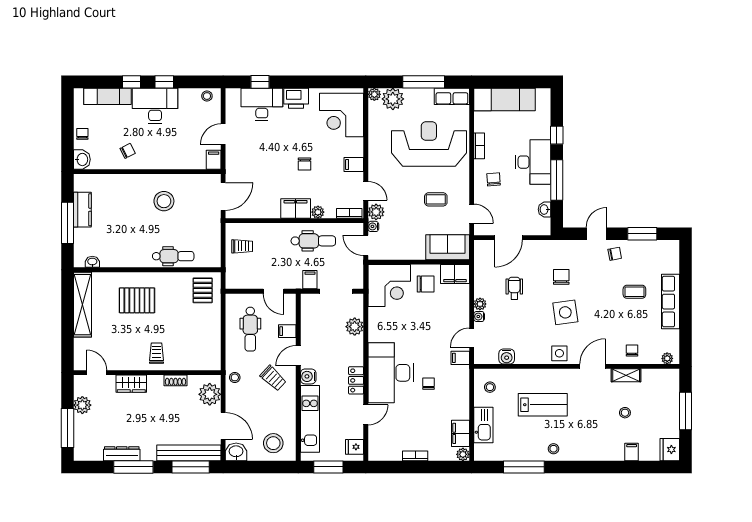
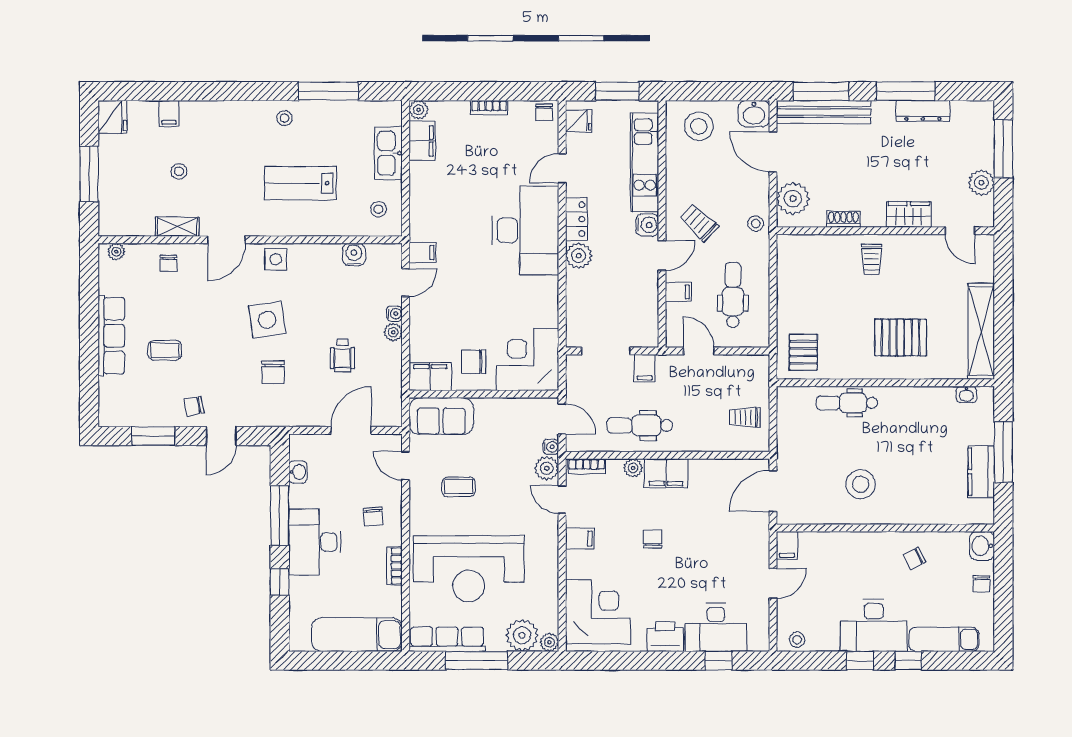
row of seats: (452, 96) -> (447, 639), width x1.48
plant: (355, 327) -> (579, 256), moved
chair: (428, 384) -> (544, 112), moved

